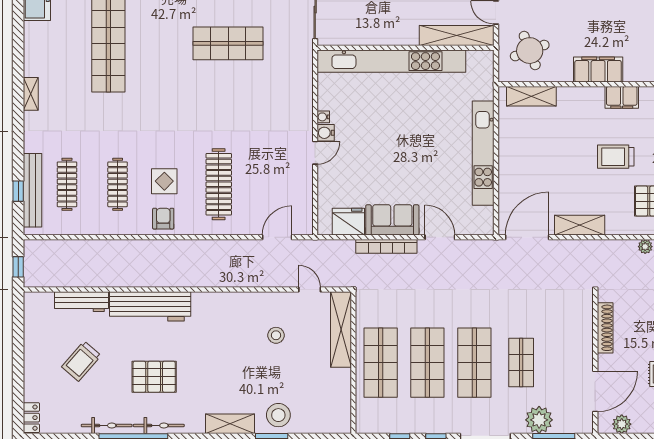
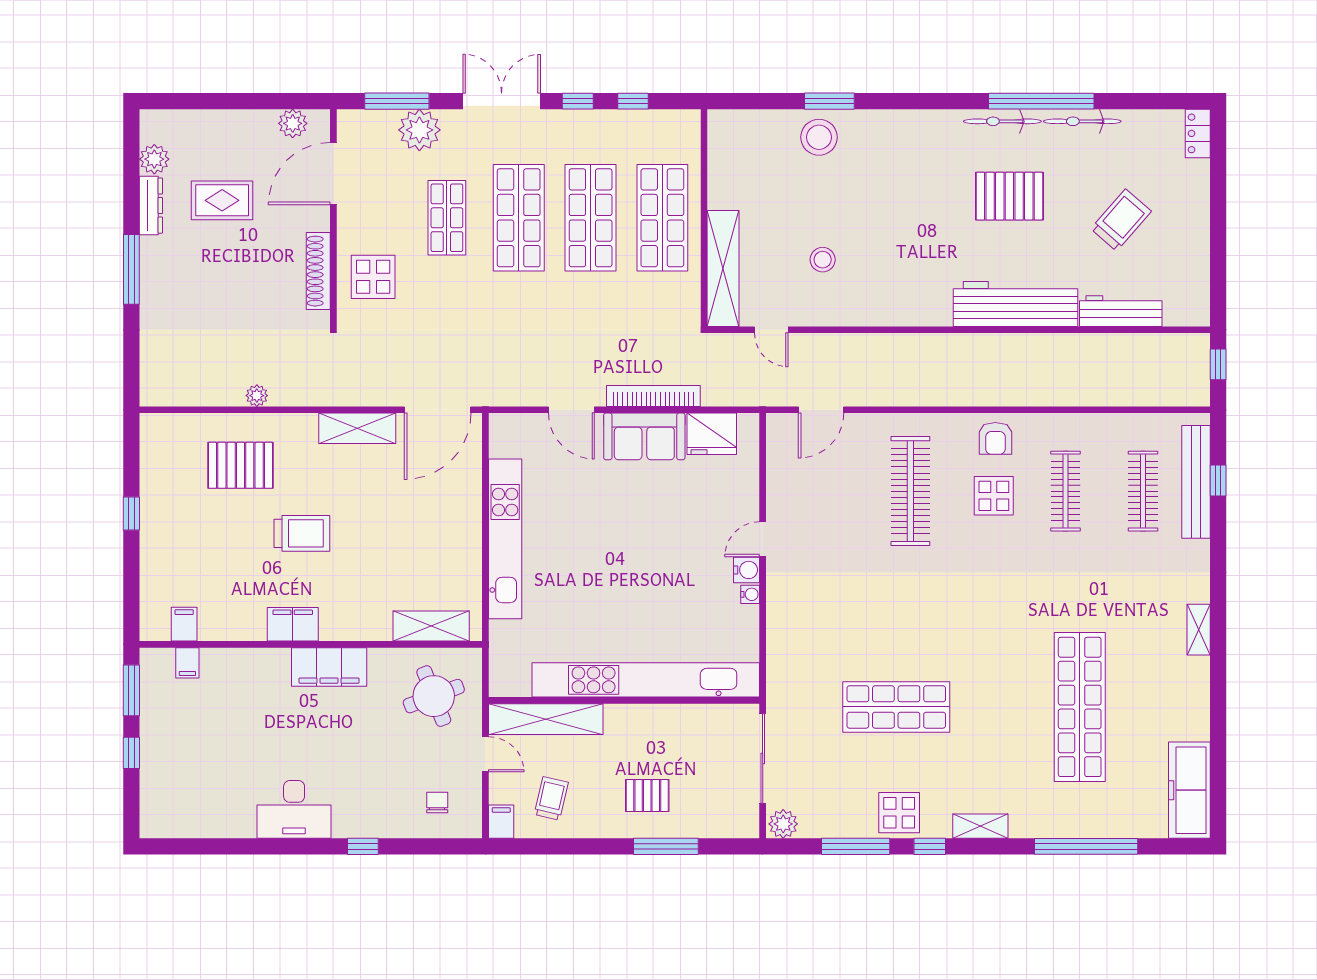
display table: (569, 324) -> (373, 277), added
shelving: (230, 424) -> (893, 124), removed

